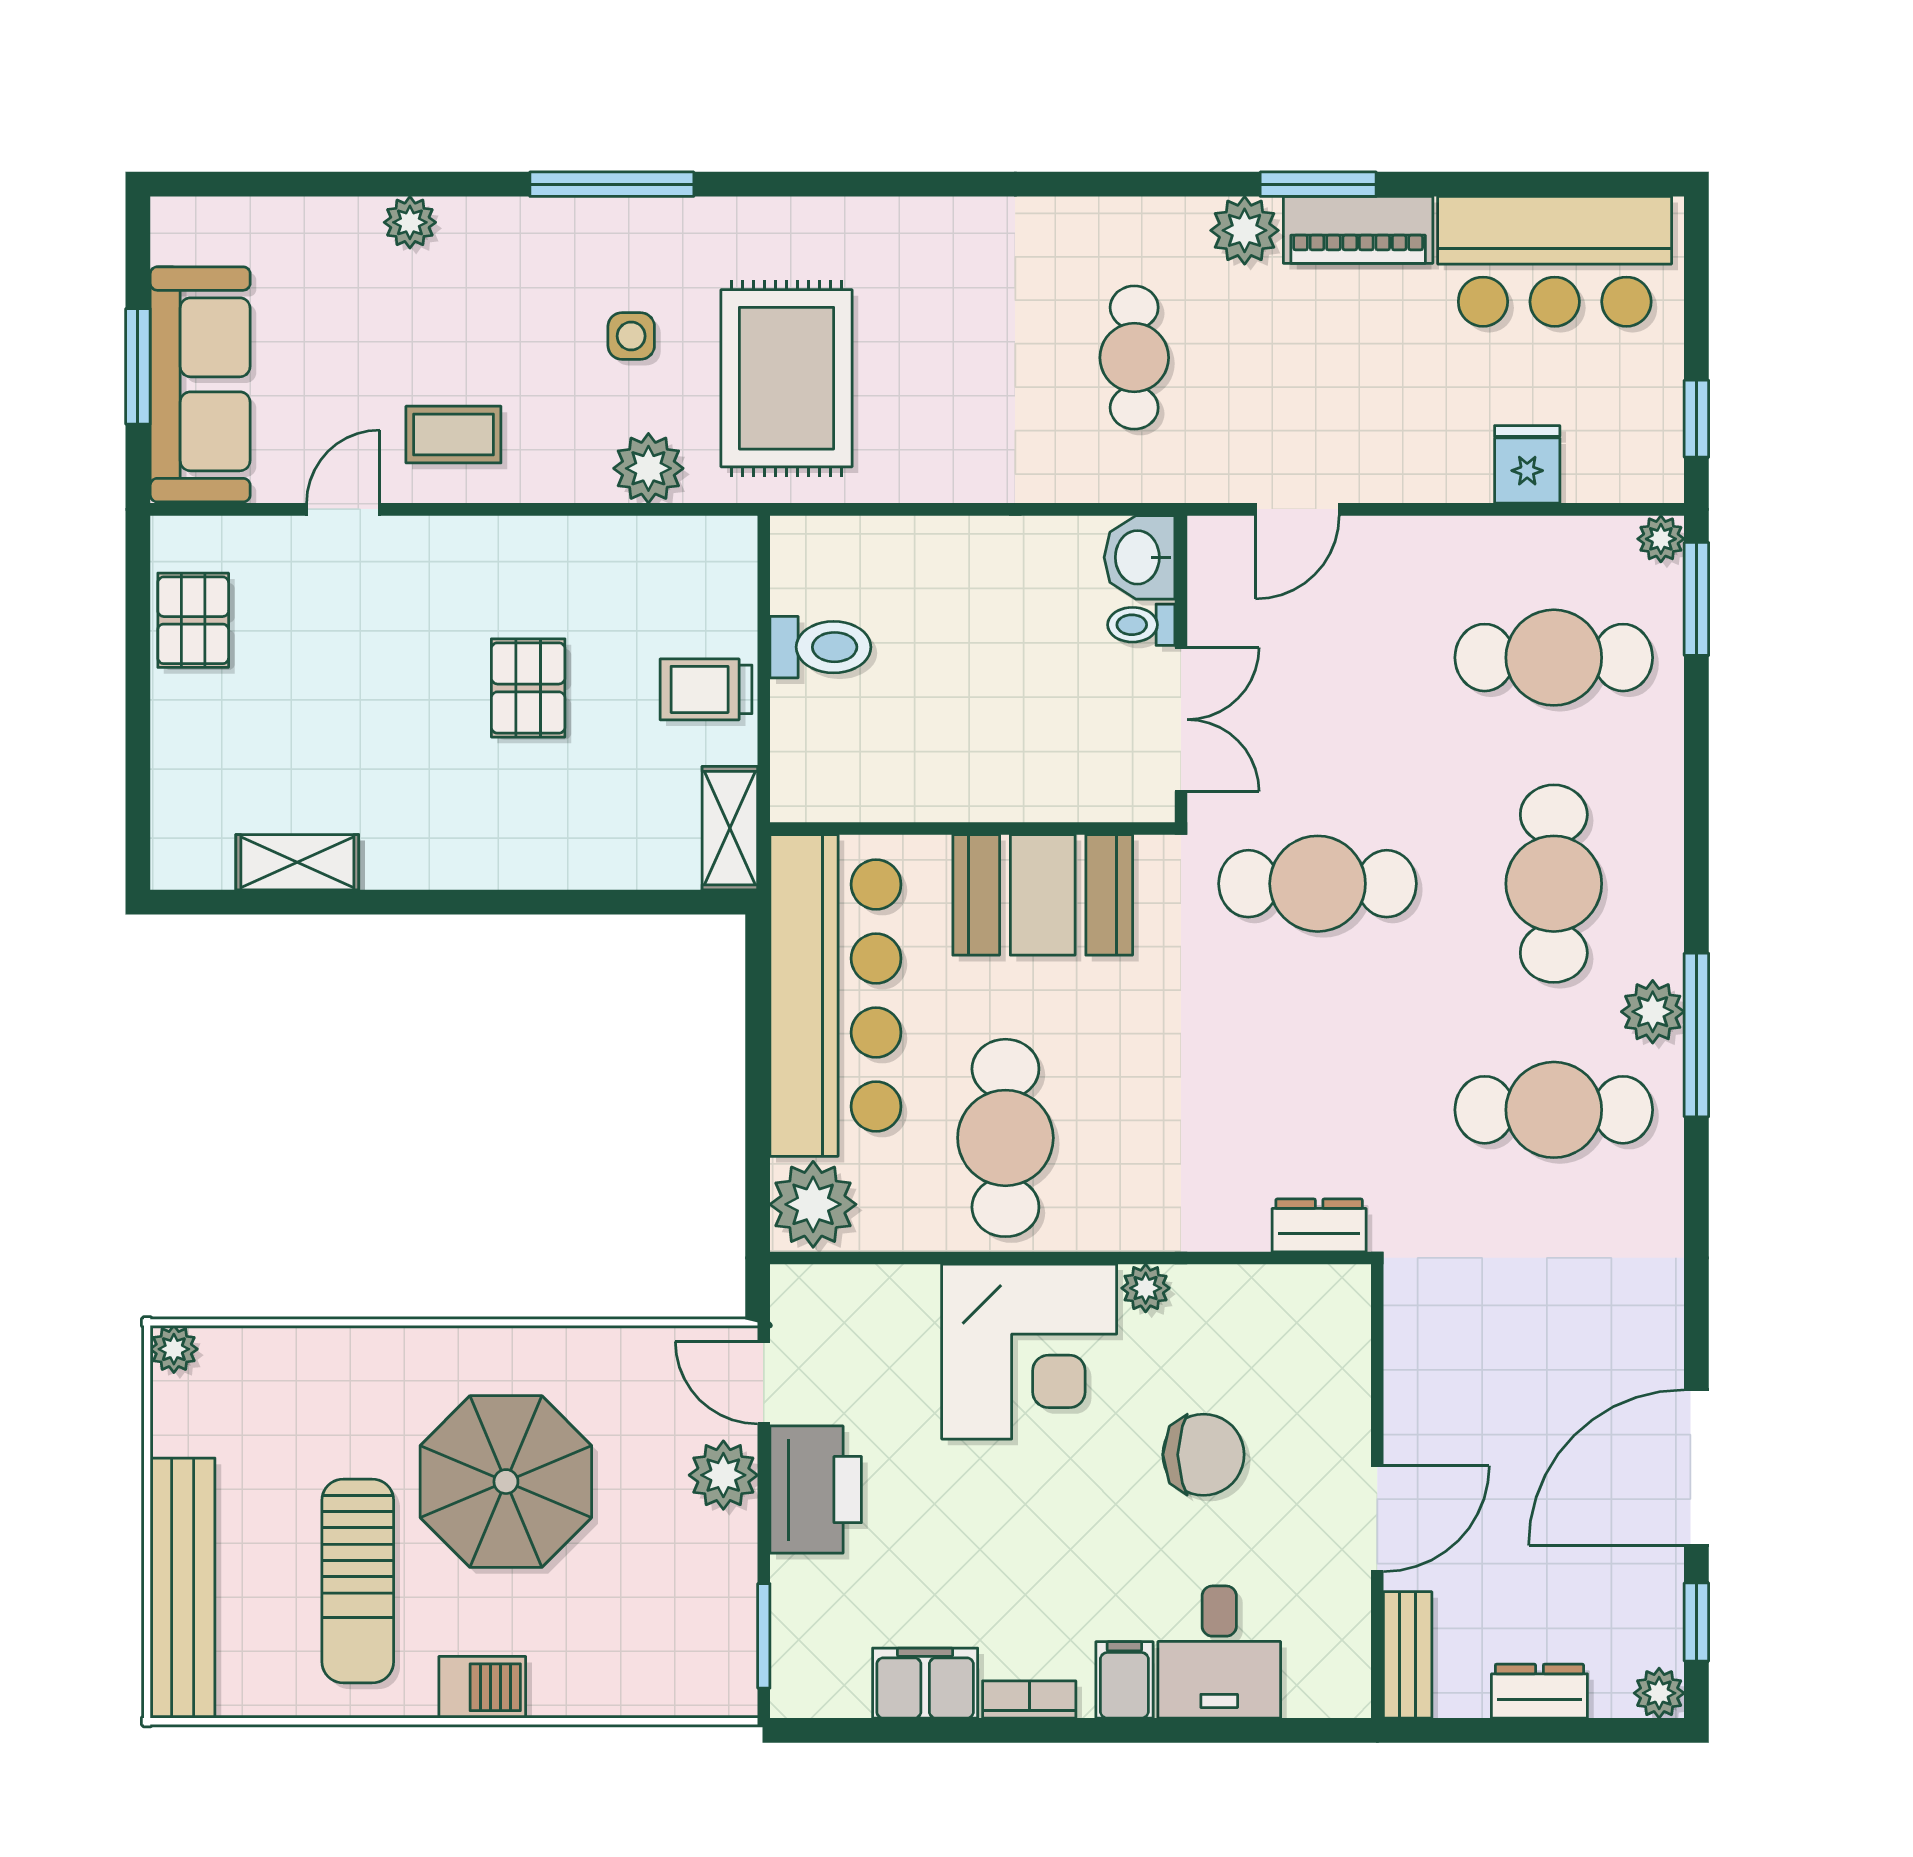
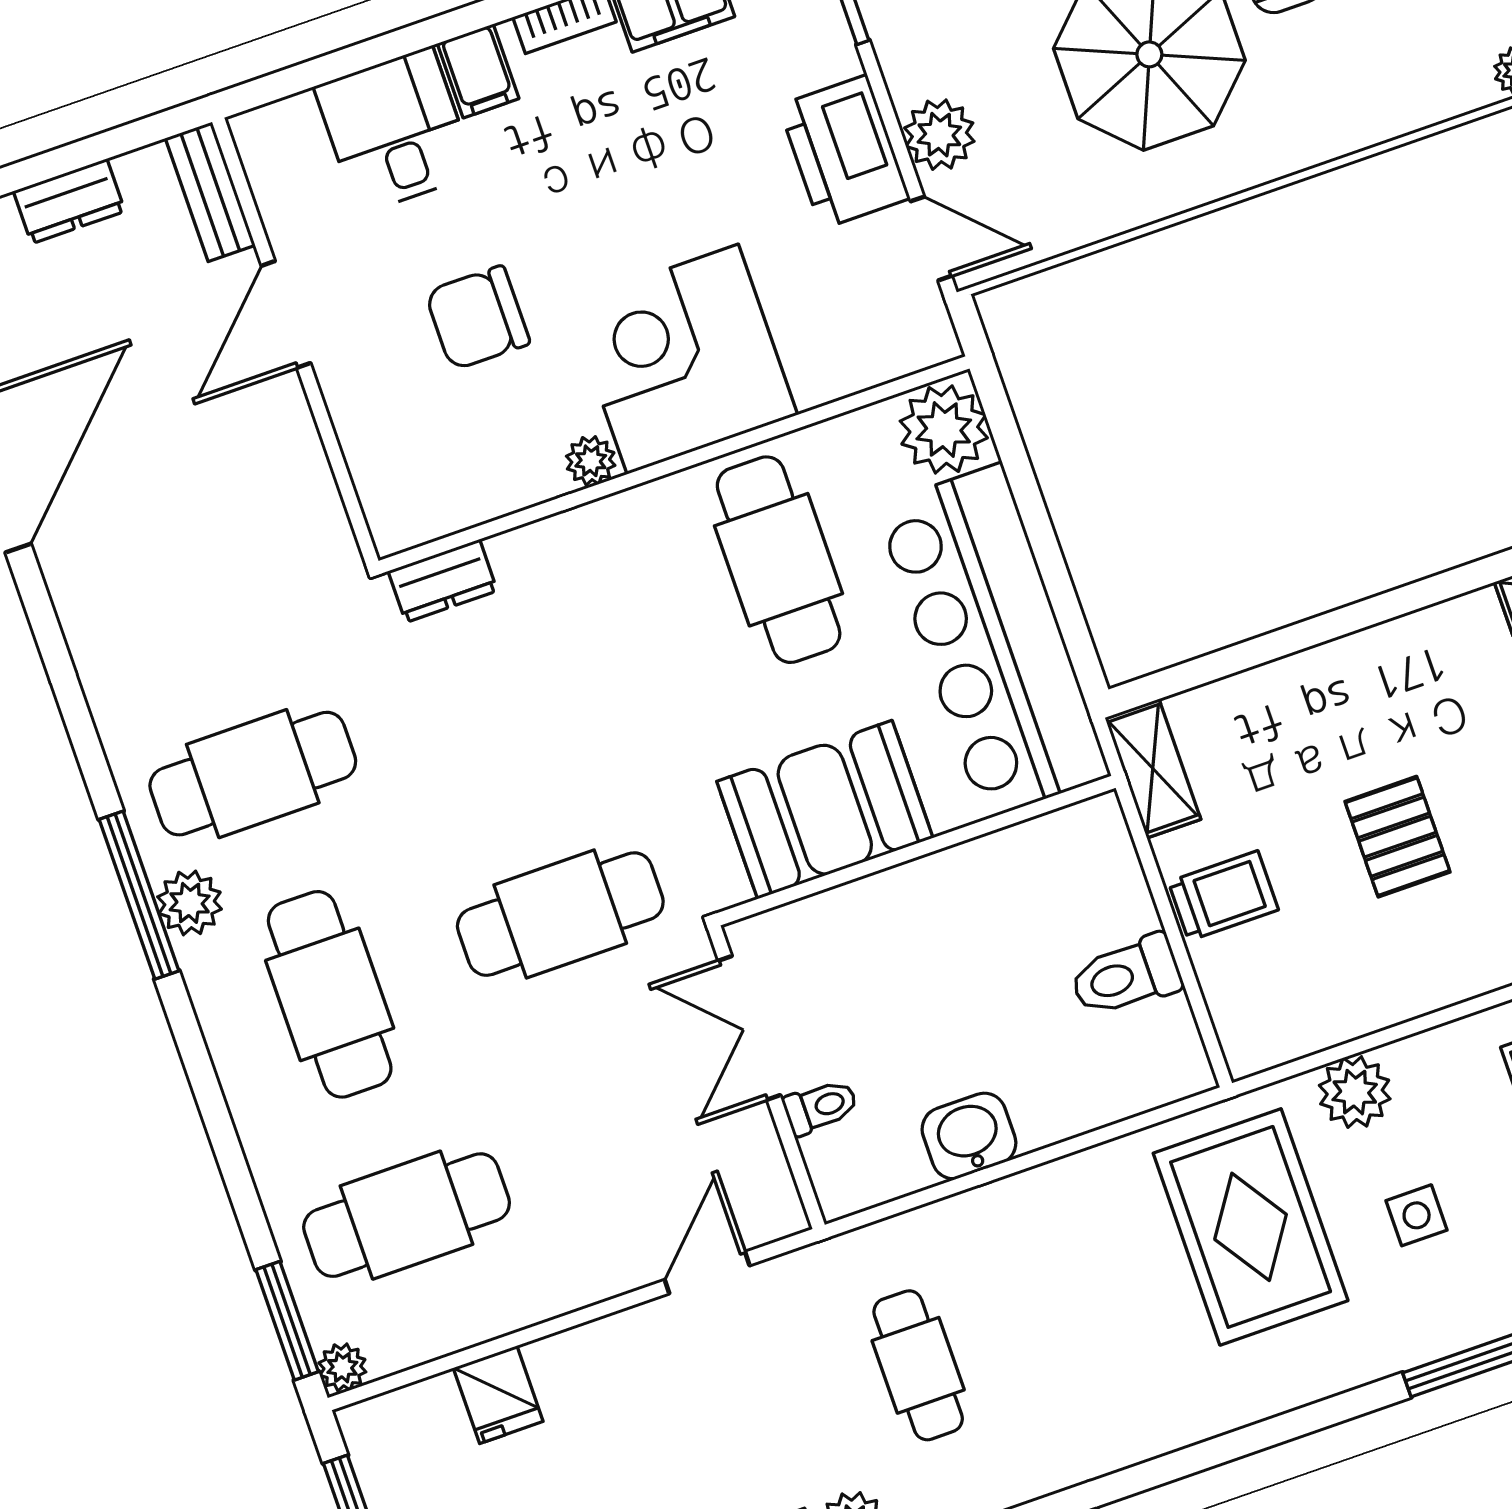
washbasin: (1139, 557) -> (969, 1136), moved, turned -90

